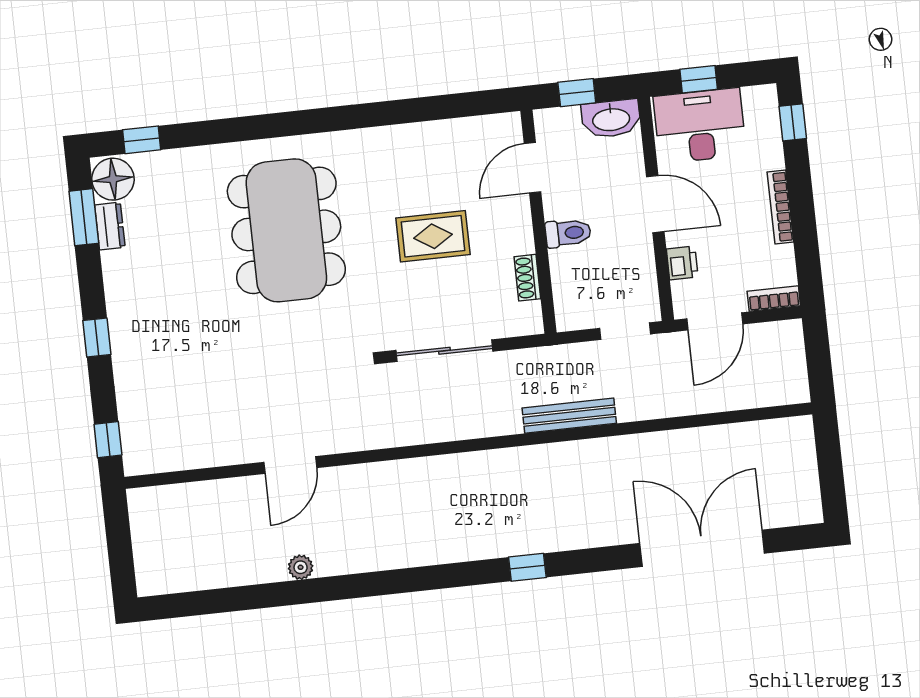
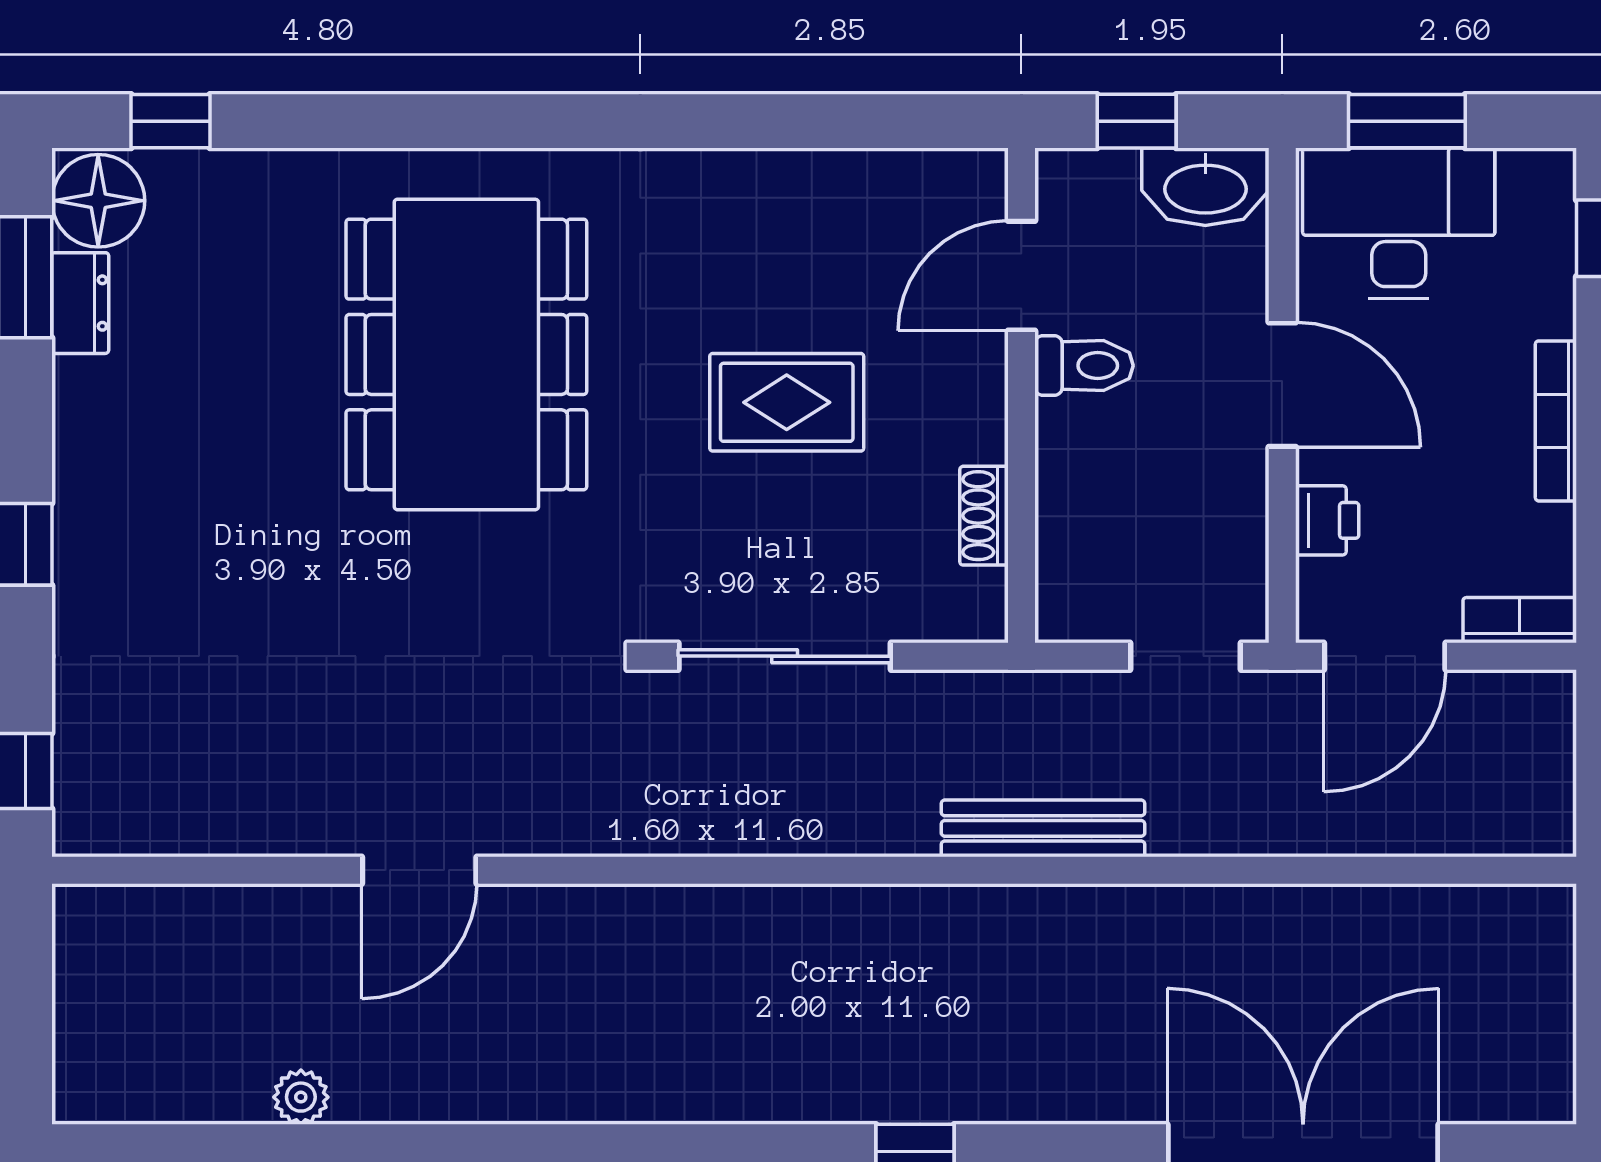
window: (699, 79) -> (1407, 121), width x1.50
toilet: (568, 233) -> (1084, 366), moved
plant: (301, 567) -> (301, 1097), moved

